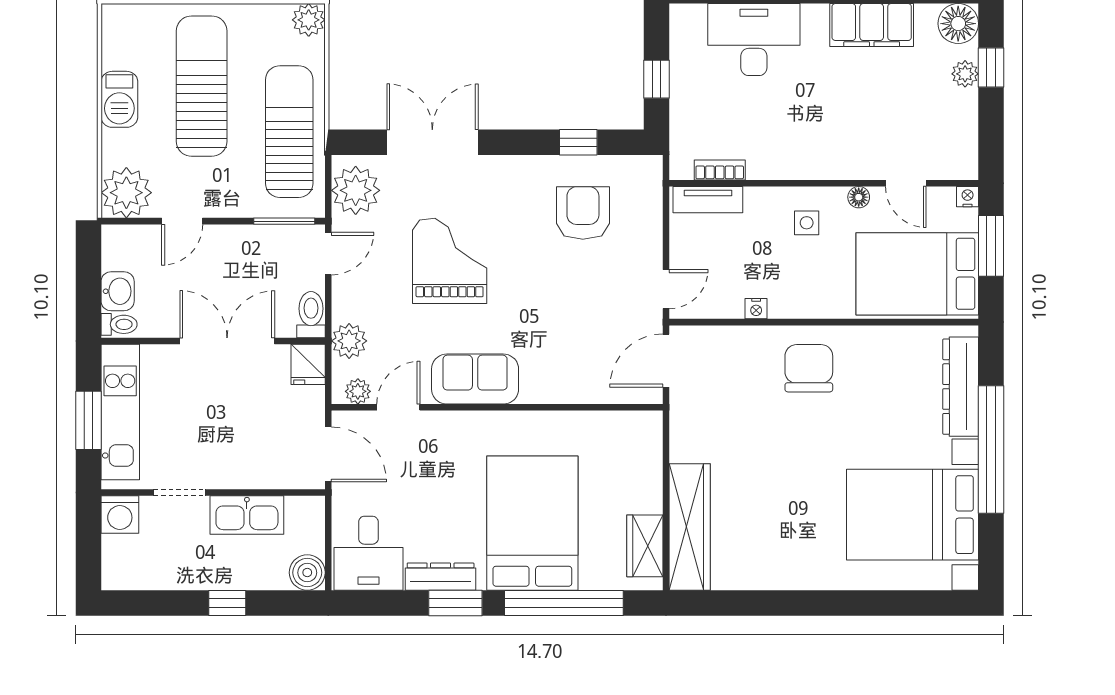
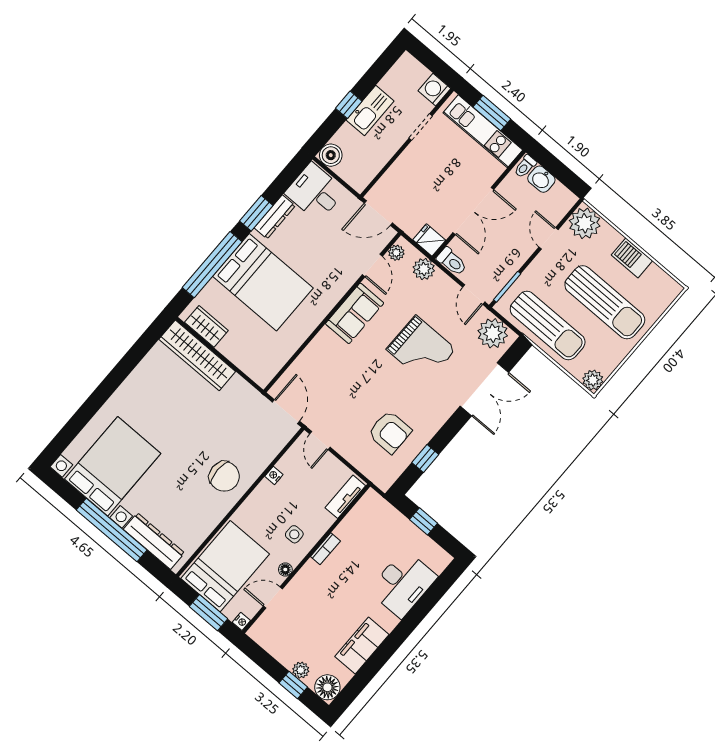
bookcase: (720, 170) -> (325, 549), moved
kitchen sink: (247, 515) -> (370, 111), moved, turned 180

